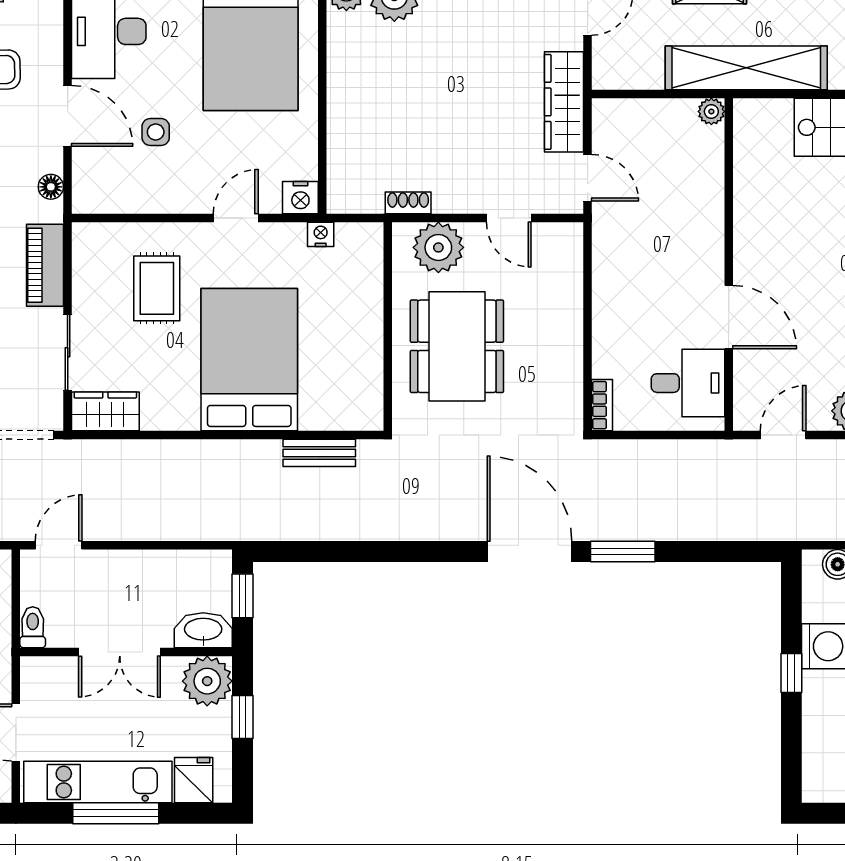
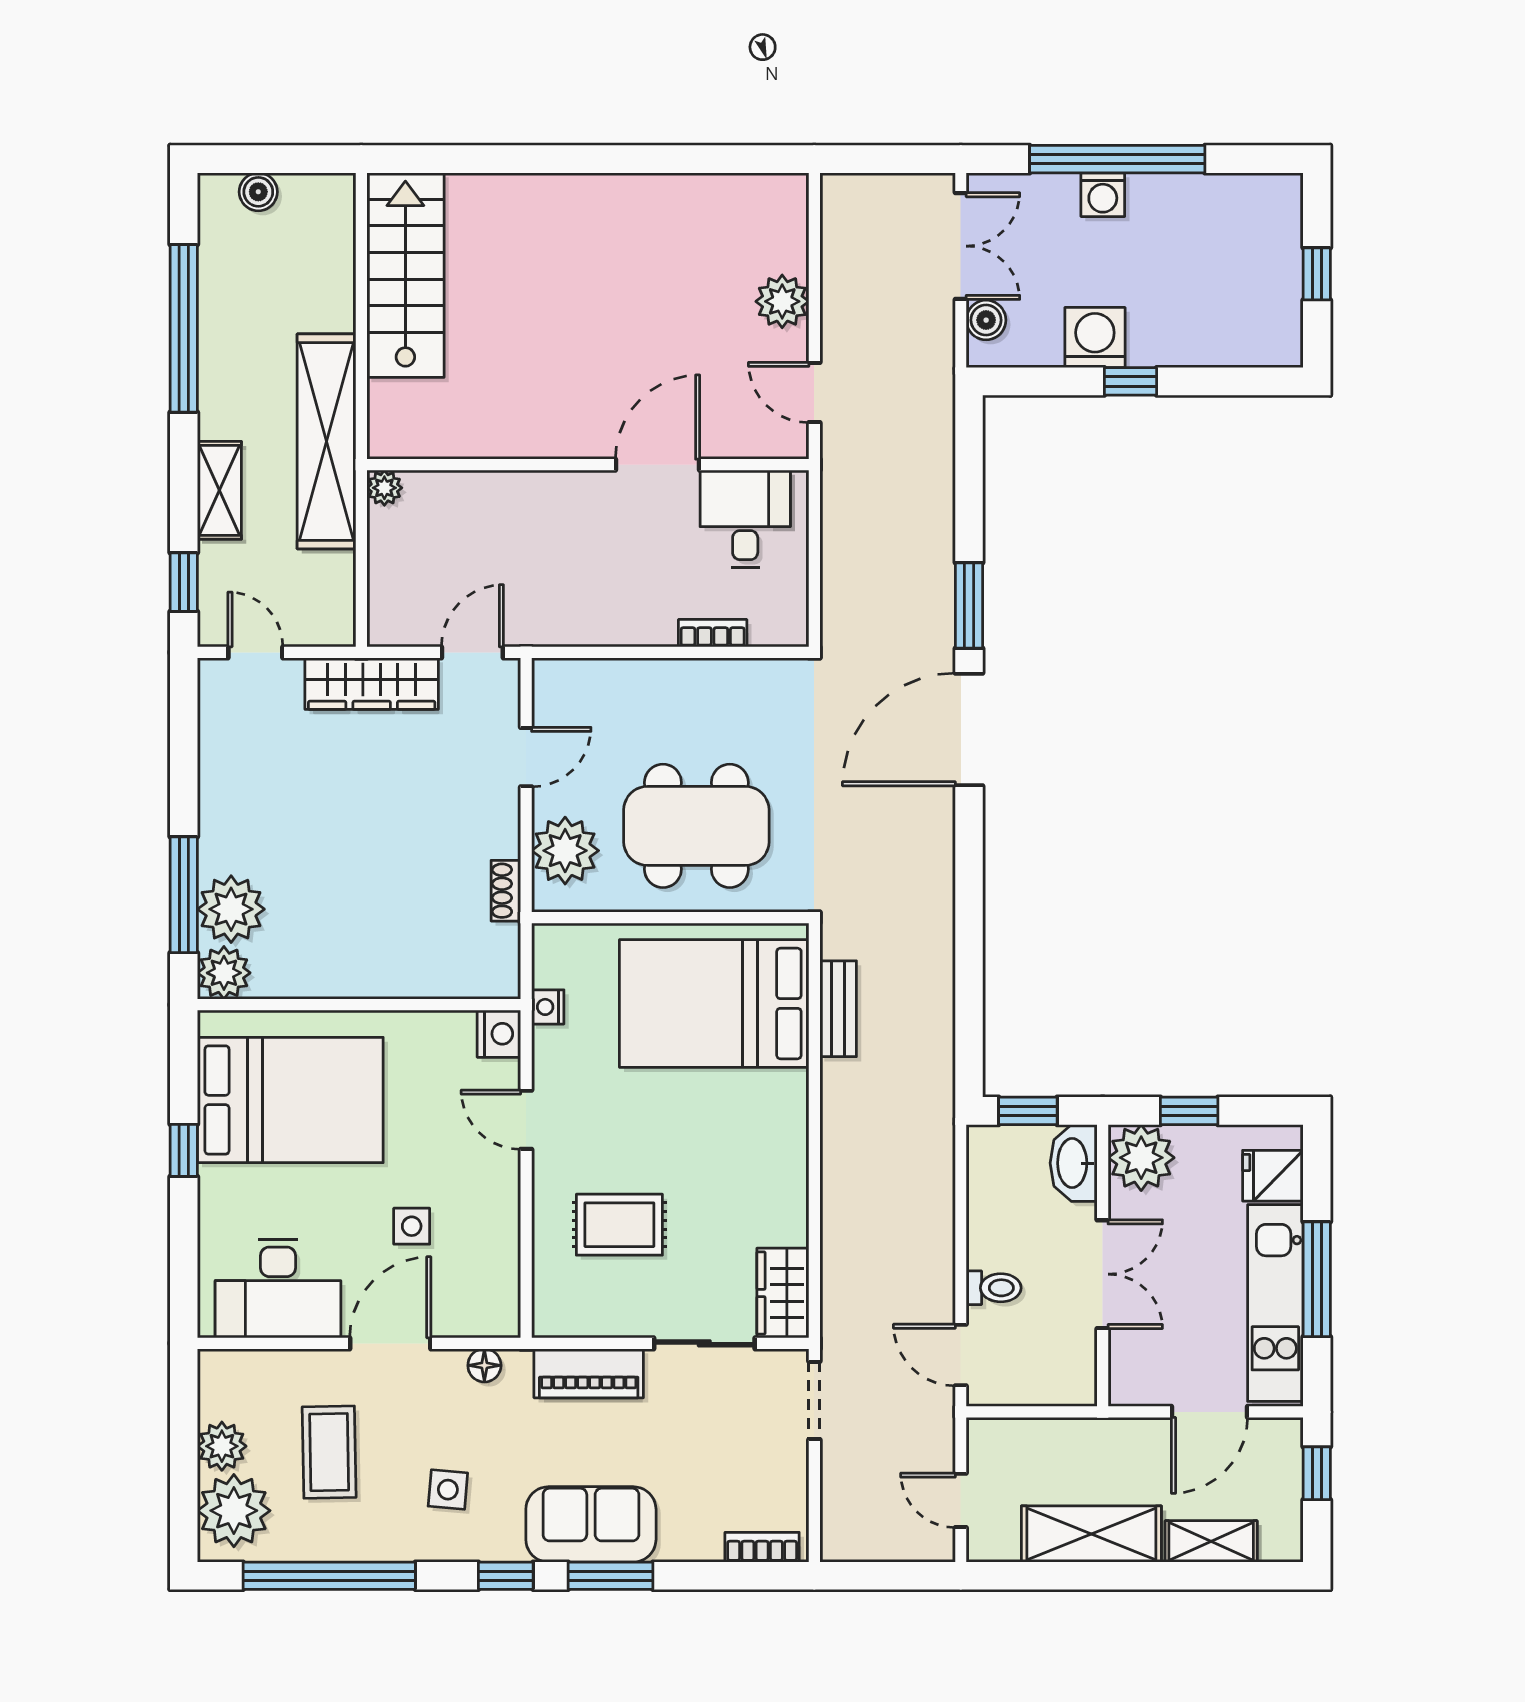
bed: (249, 360) -> (714, 1003), moved
bookcase: (602, 405) -> (713, 633), moved
toilet: (33, 627) -> (994, 1288), moved, turned 180

